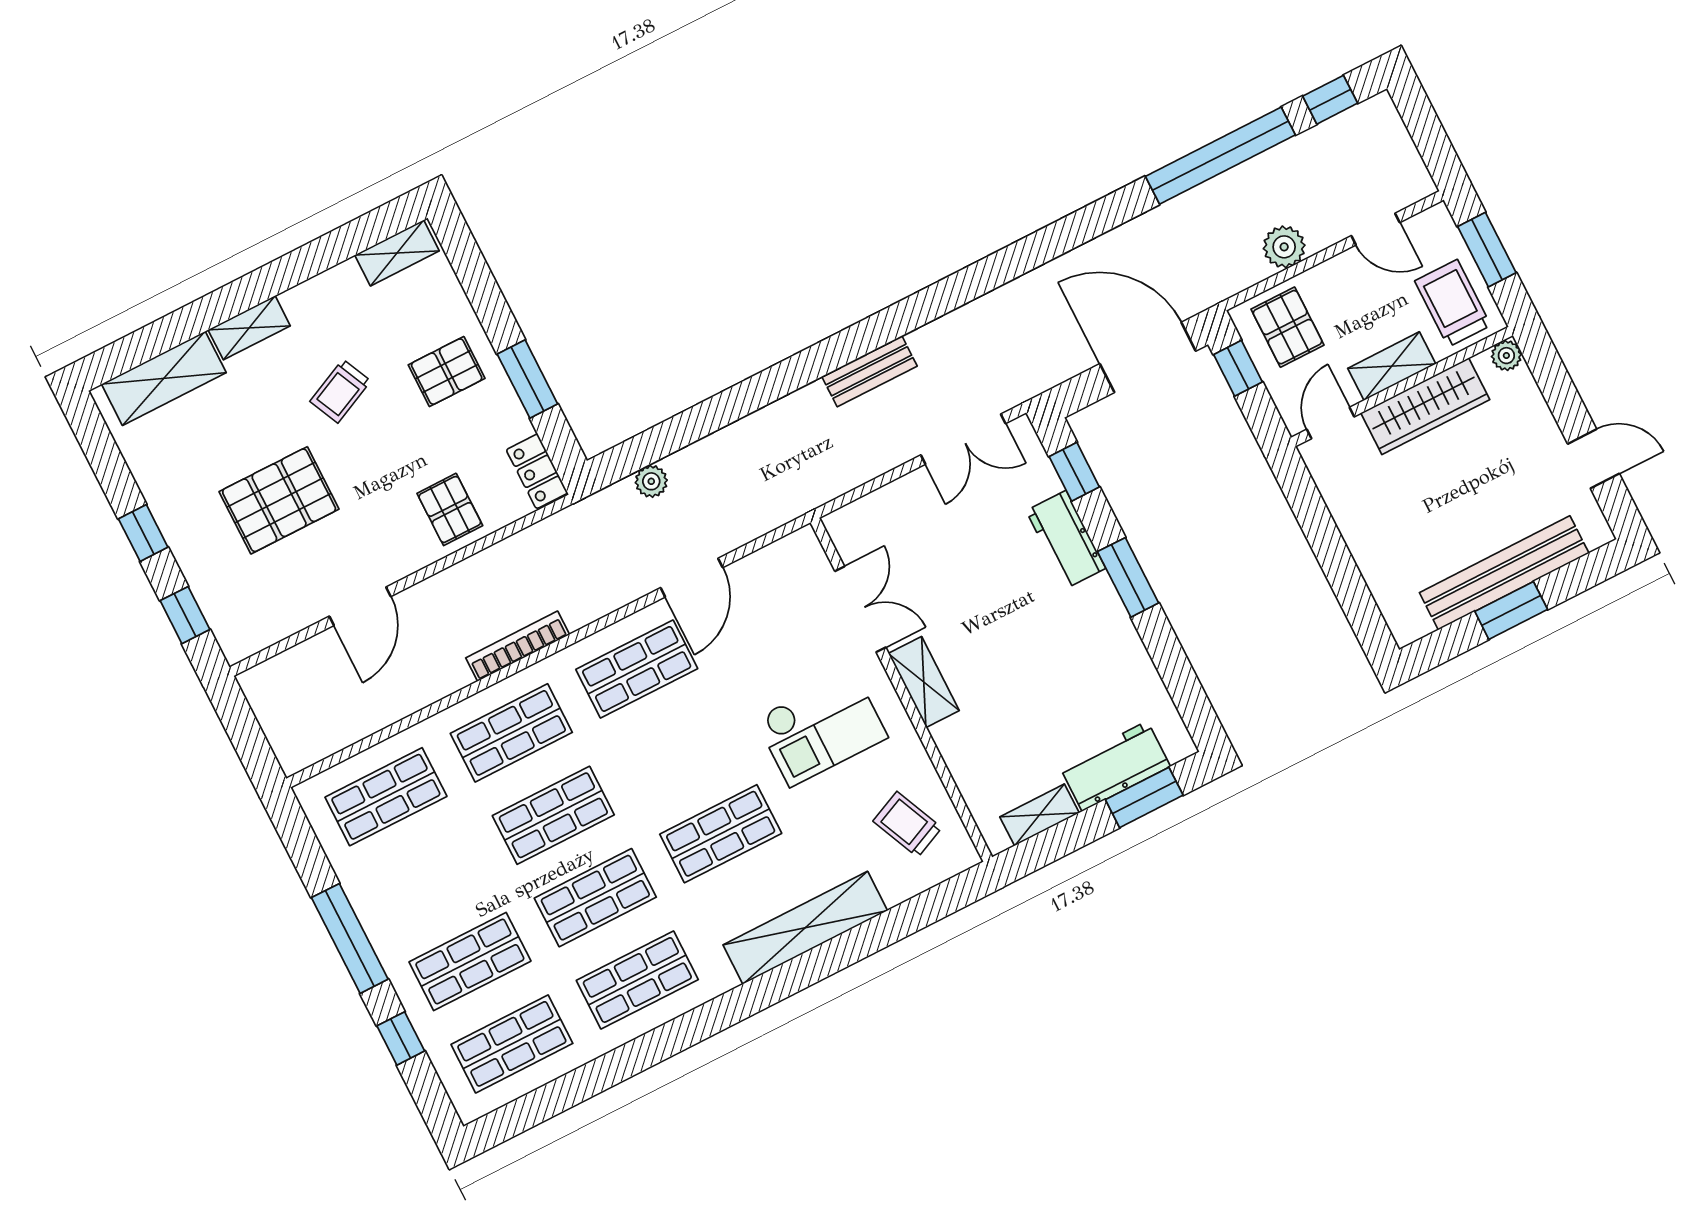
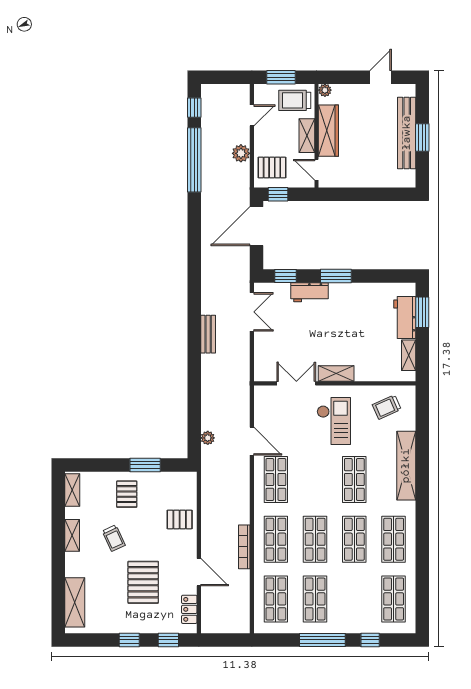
shelving: (249, 328) -> (72, 535), moved
locker: (537, 471) -> (189, 609), moved, turned 90
bookcase: (518, 646) -> (244, 547), moved
shop shelf: (470, 962) -> (315, 599), moved

